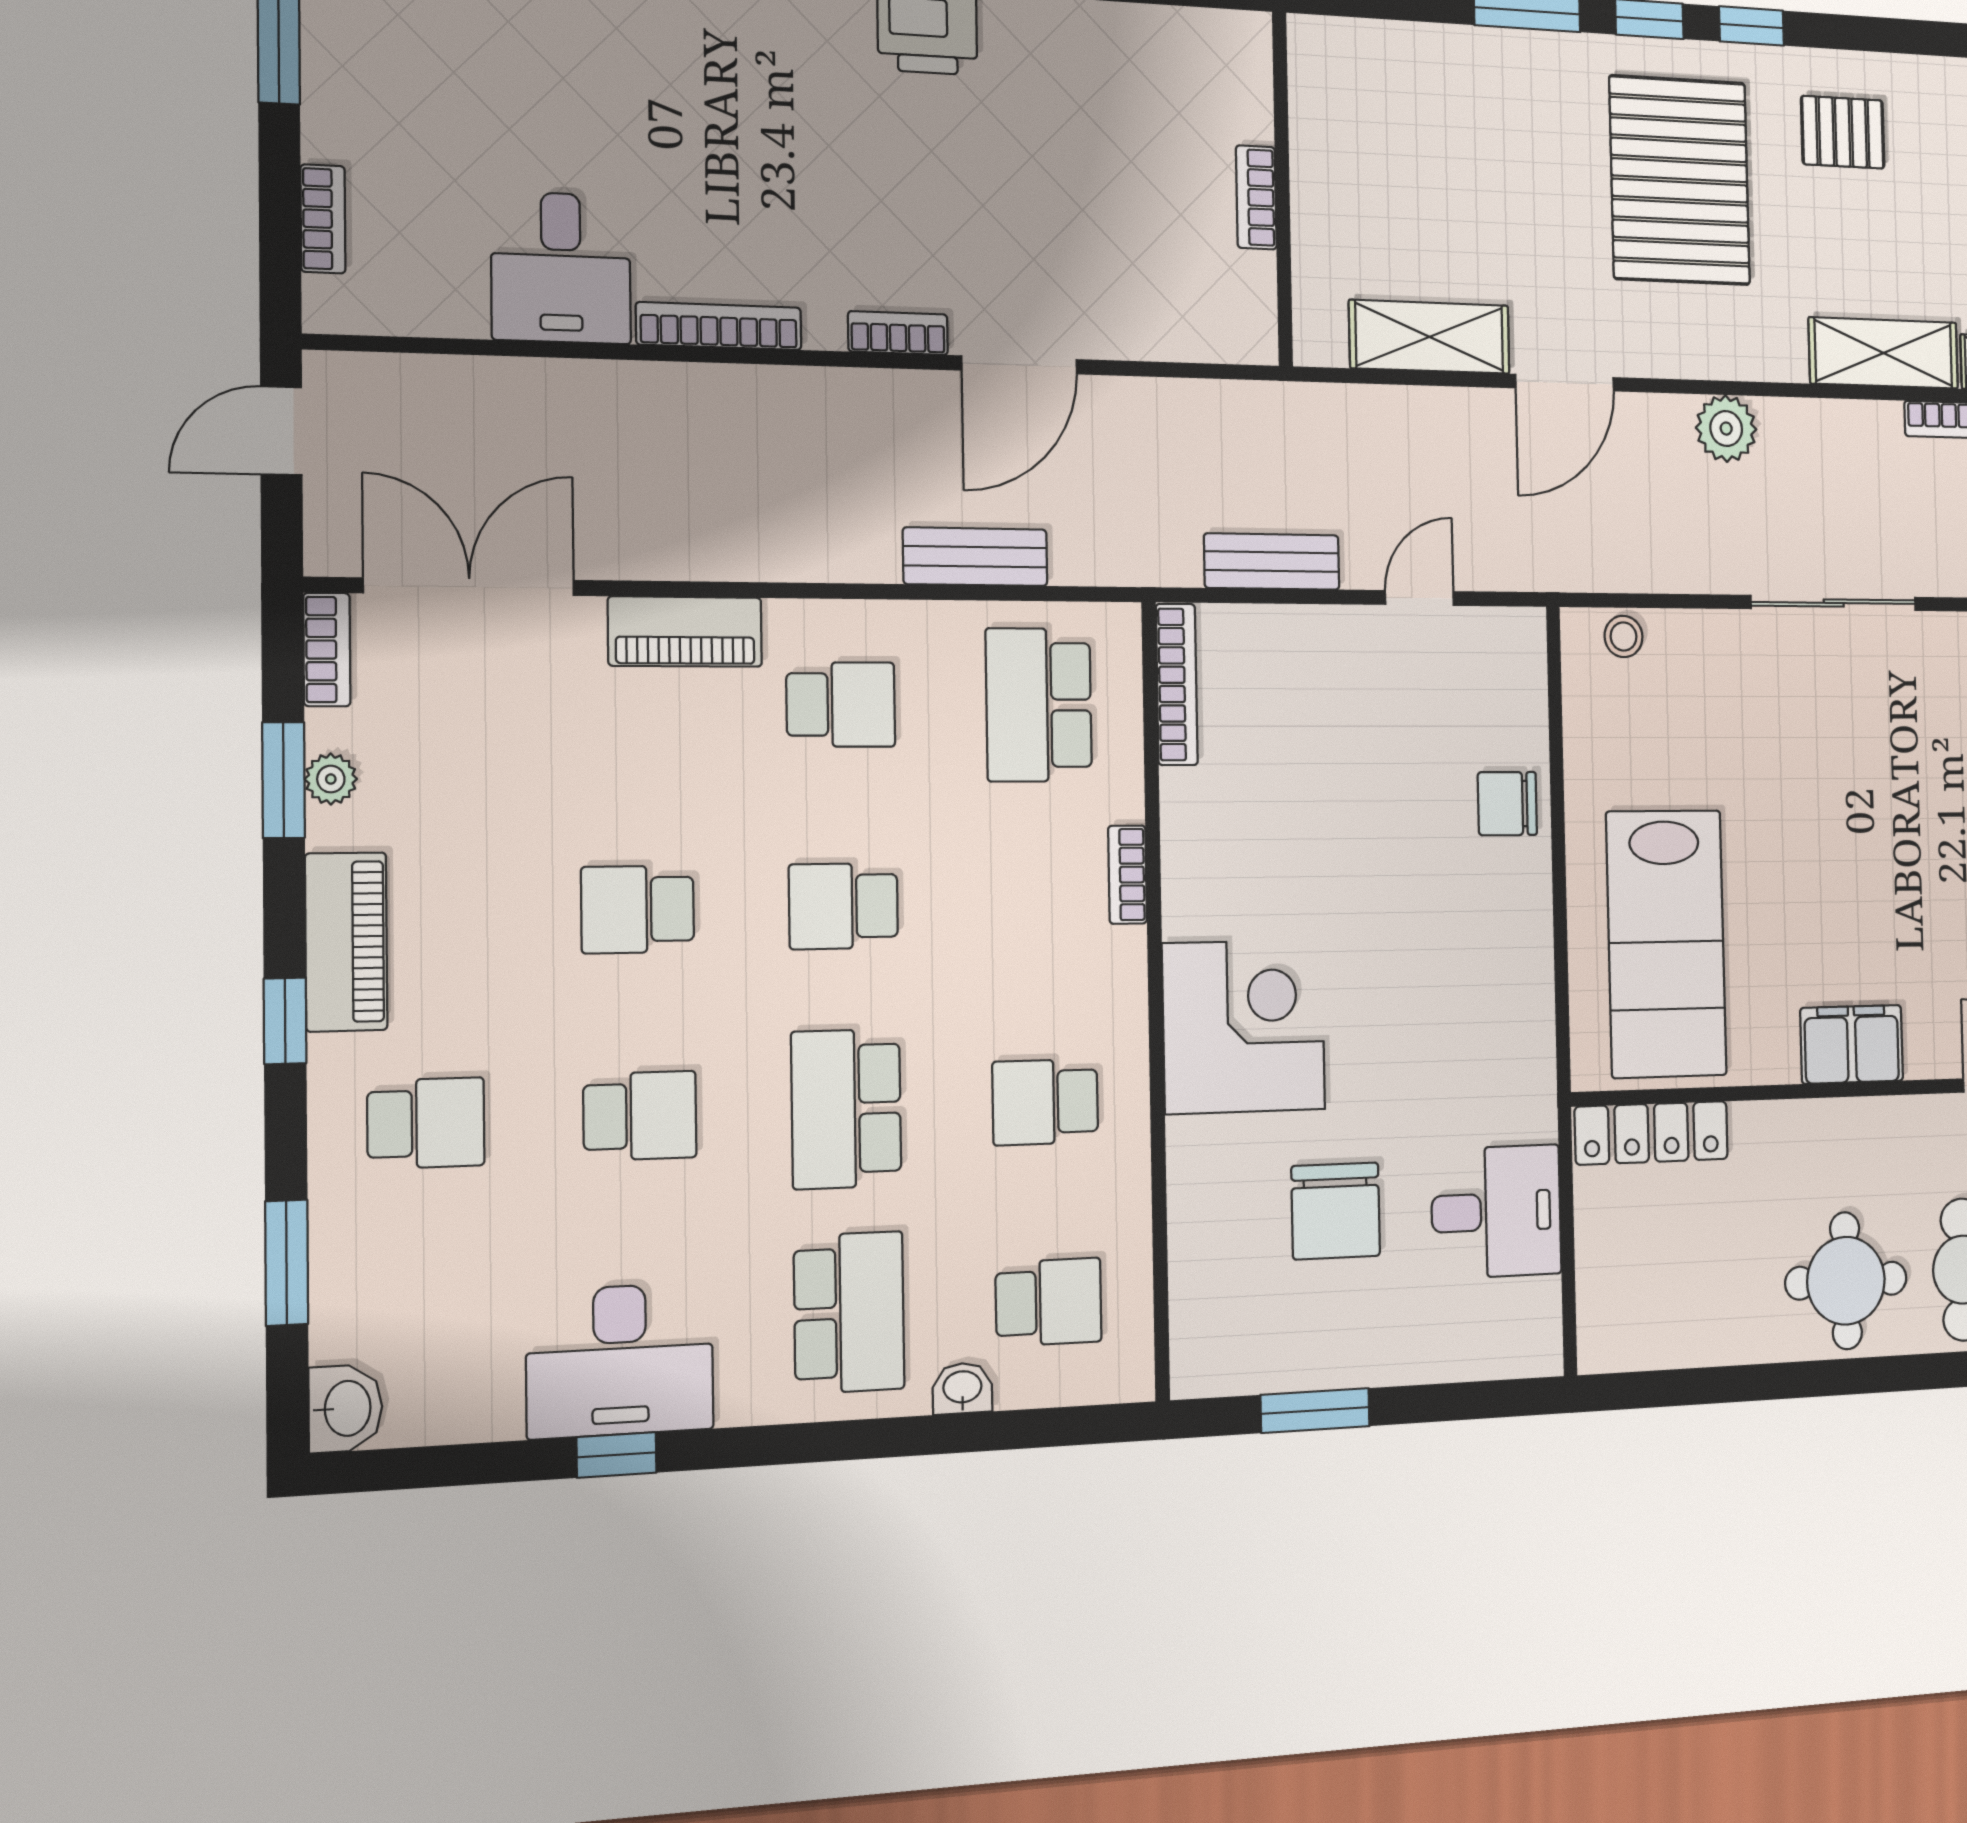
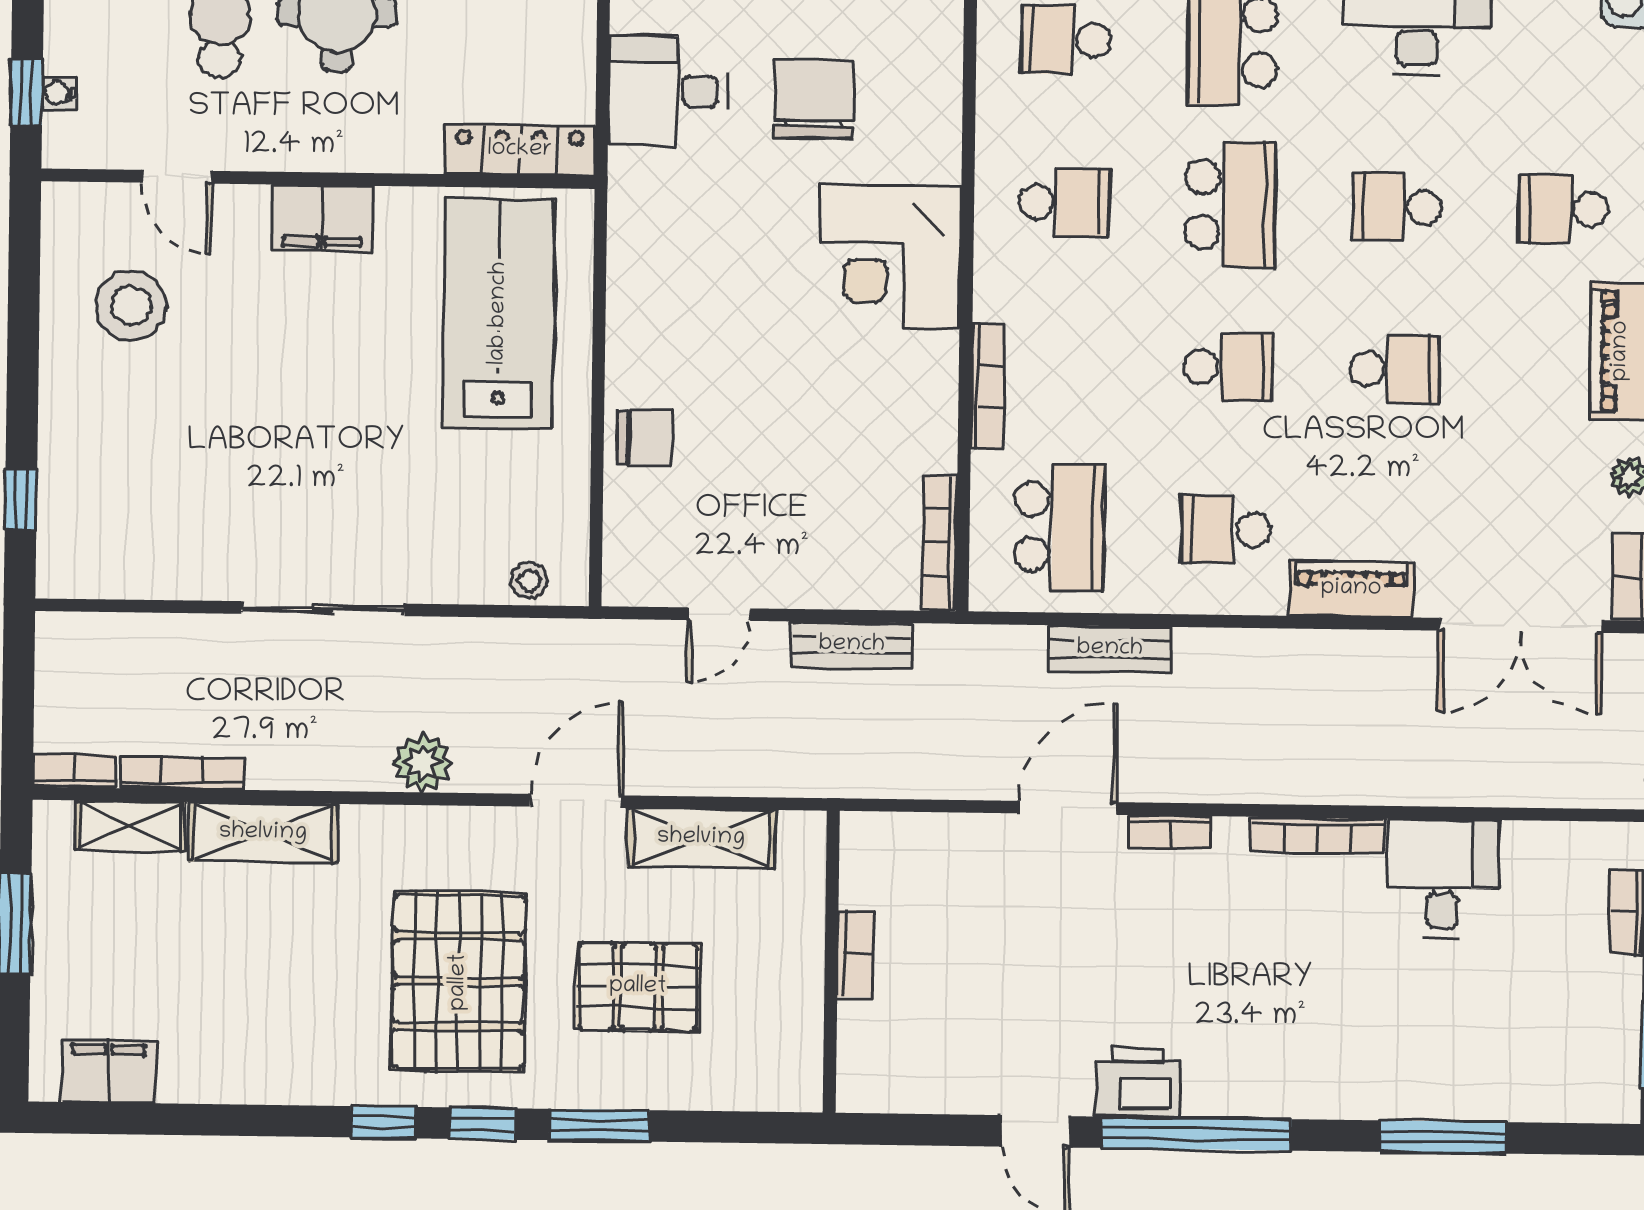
pallet: (1843, 132) -> (638, 987), moved, width x1.50, depth x1.42
bookcase: (1127, 875) -> (988, 386), width x1.56

